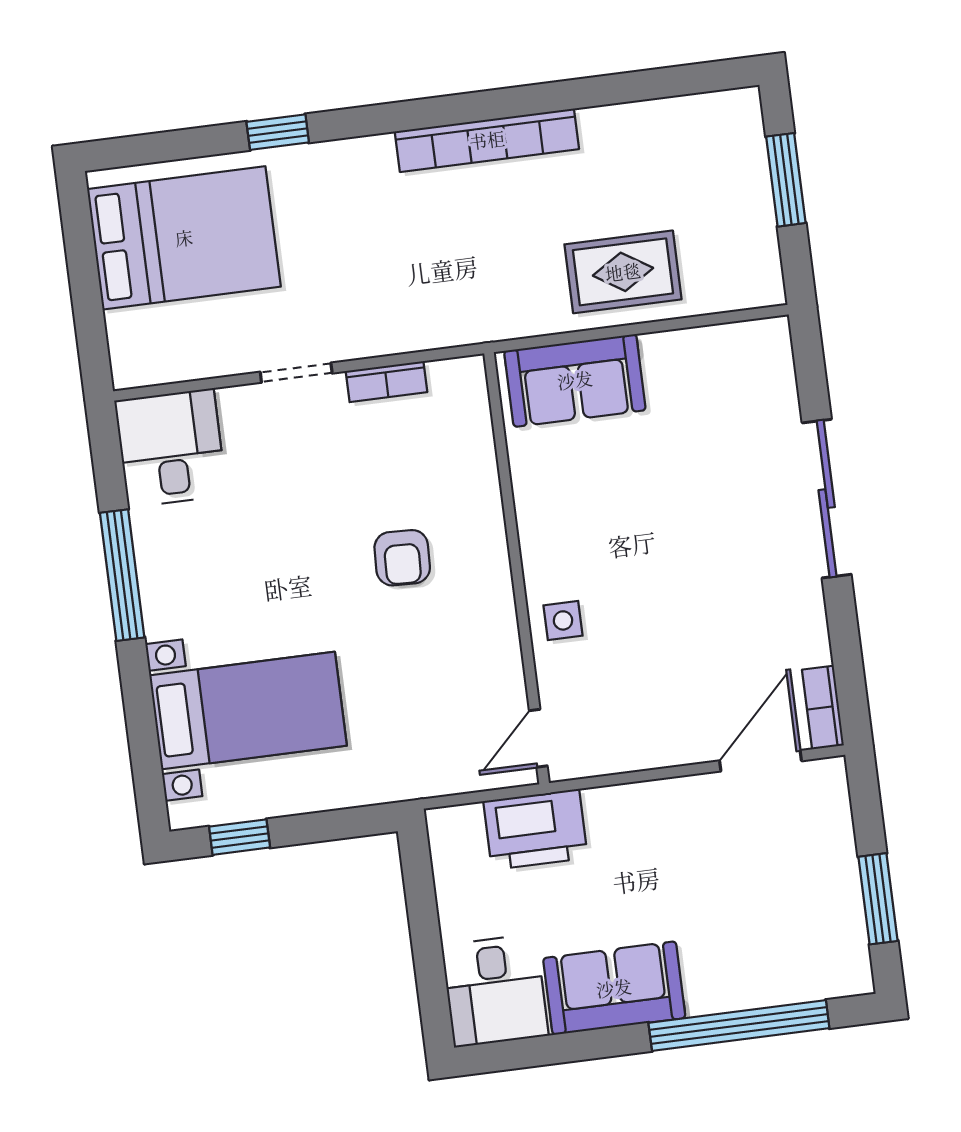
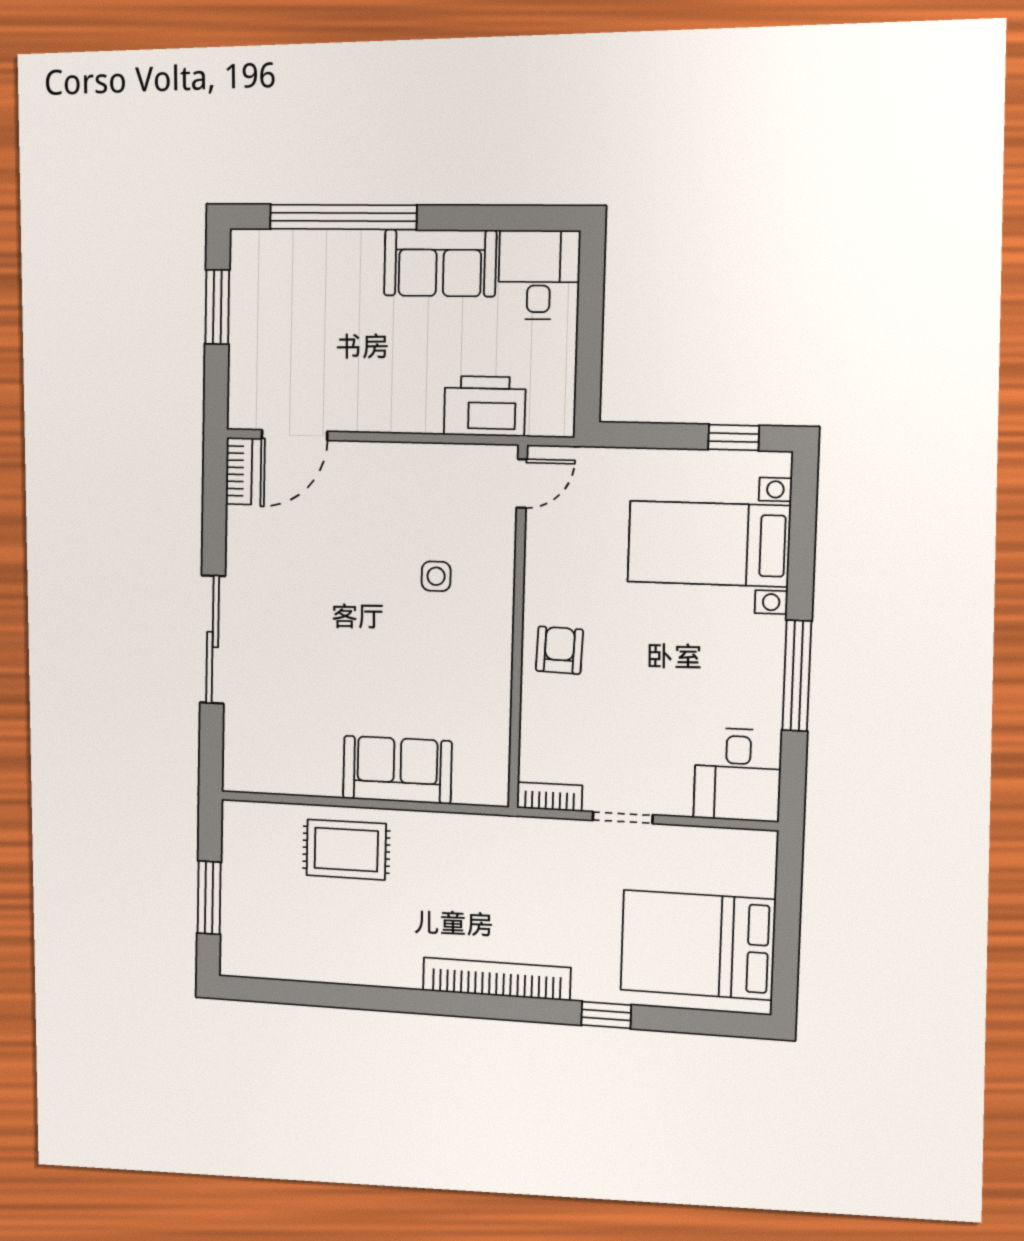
bookcase: (487, 140) -> (497, 979), moved
wall: (517, 568) -> (518, 628), moved
door: (538, 738) -> (522, 484), moved

